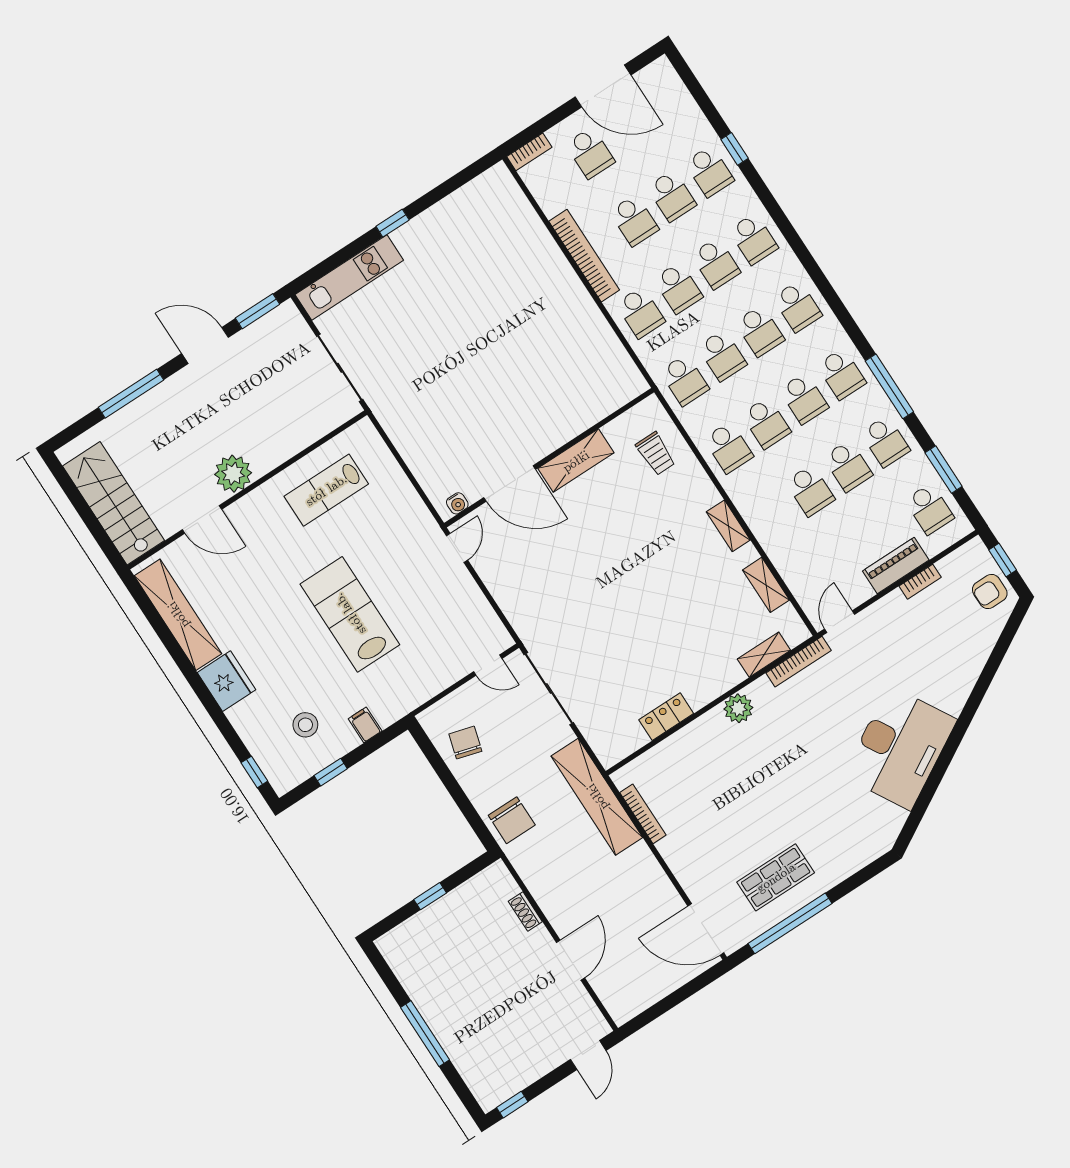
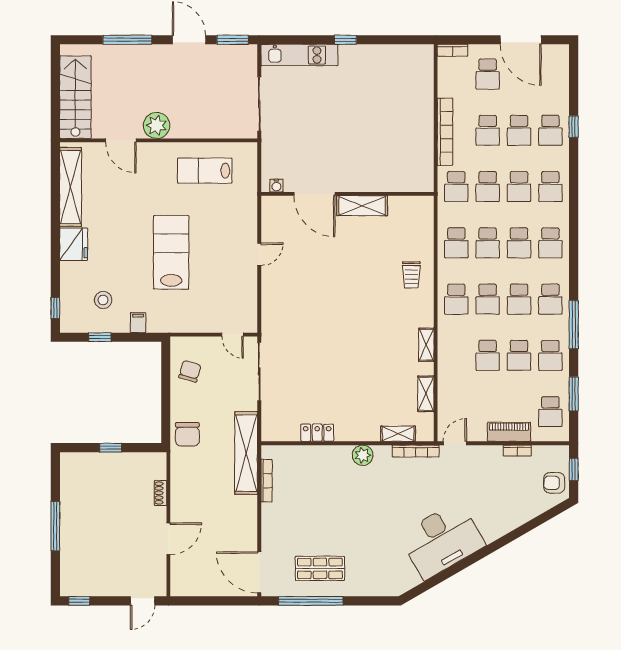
wall: (549, 458) -> (347, 194), moved
shelving: (576, 461) -> (362, 206), moved
door: (510, 483) -> (315, 194), moved
water cooler: (457, 503) -> (276, 186), moved

